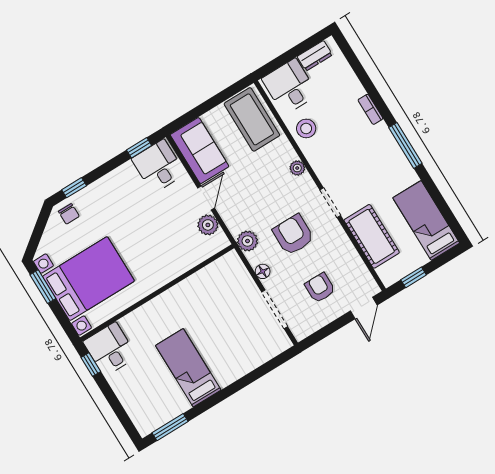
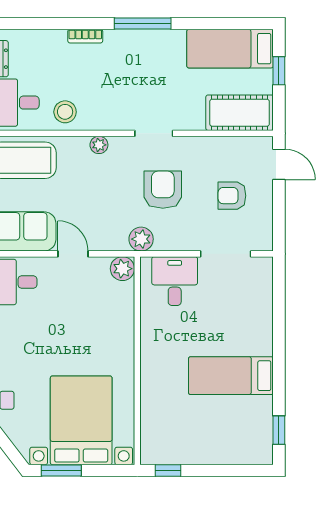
plant: (208, 225) -> (122, 269), moved
armchair: (293, 235) -> (163, 190), turned 90
cot: (372, 236) -> (240, 113), moved
floor lamp: (263, 271) -> (181, 243), removed
window: (414, 277) -> (279, 71), moved
desk: (110, 349) -> (175, 281), moved, turned 90
window: (170, 427) -> (279, 430), width x0.67

